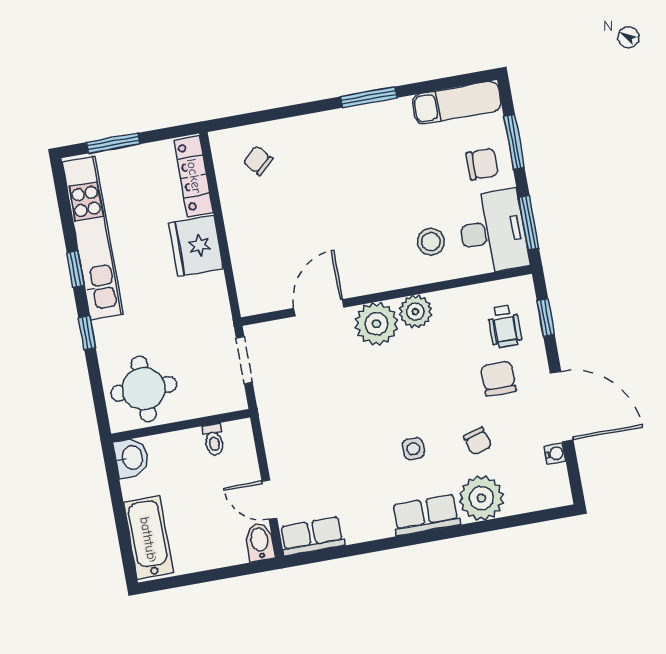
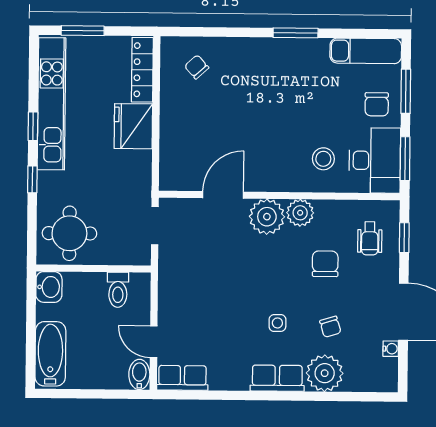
chair: (482, 164) -> (377, 104), turned 90
chair: (498, 379) -> (325, 264), moved
toilet: (214, 440) -> (118, 290), width x1.37, depth x1.39

